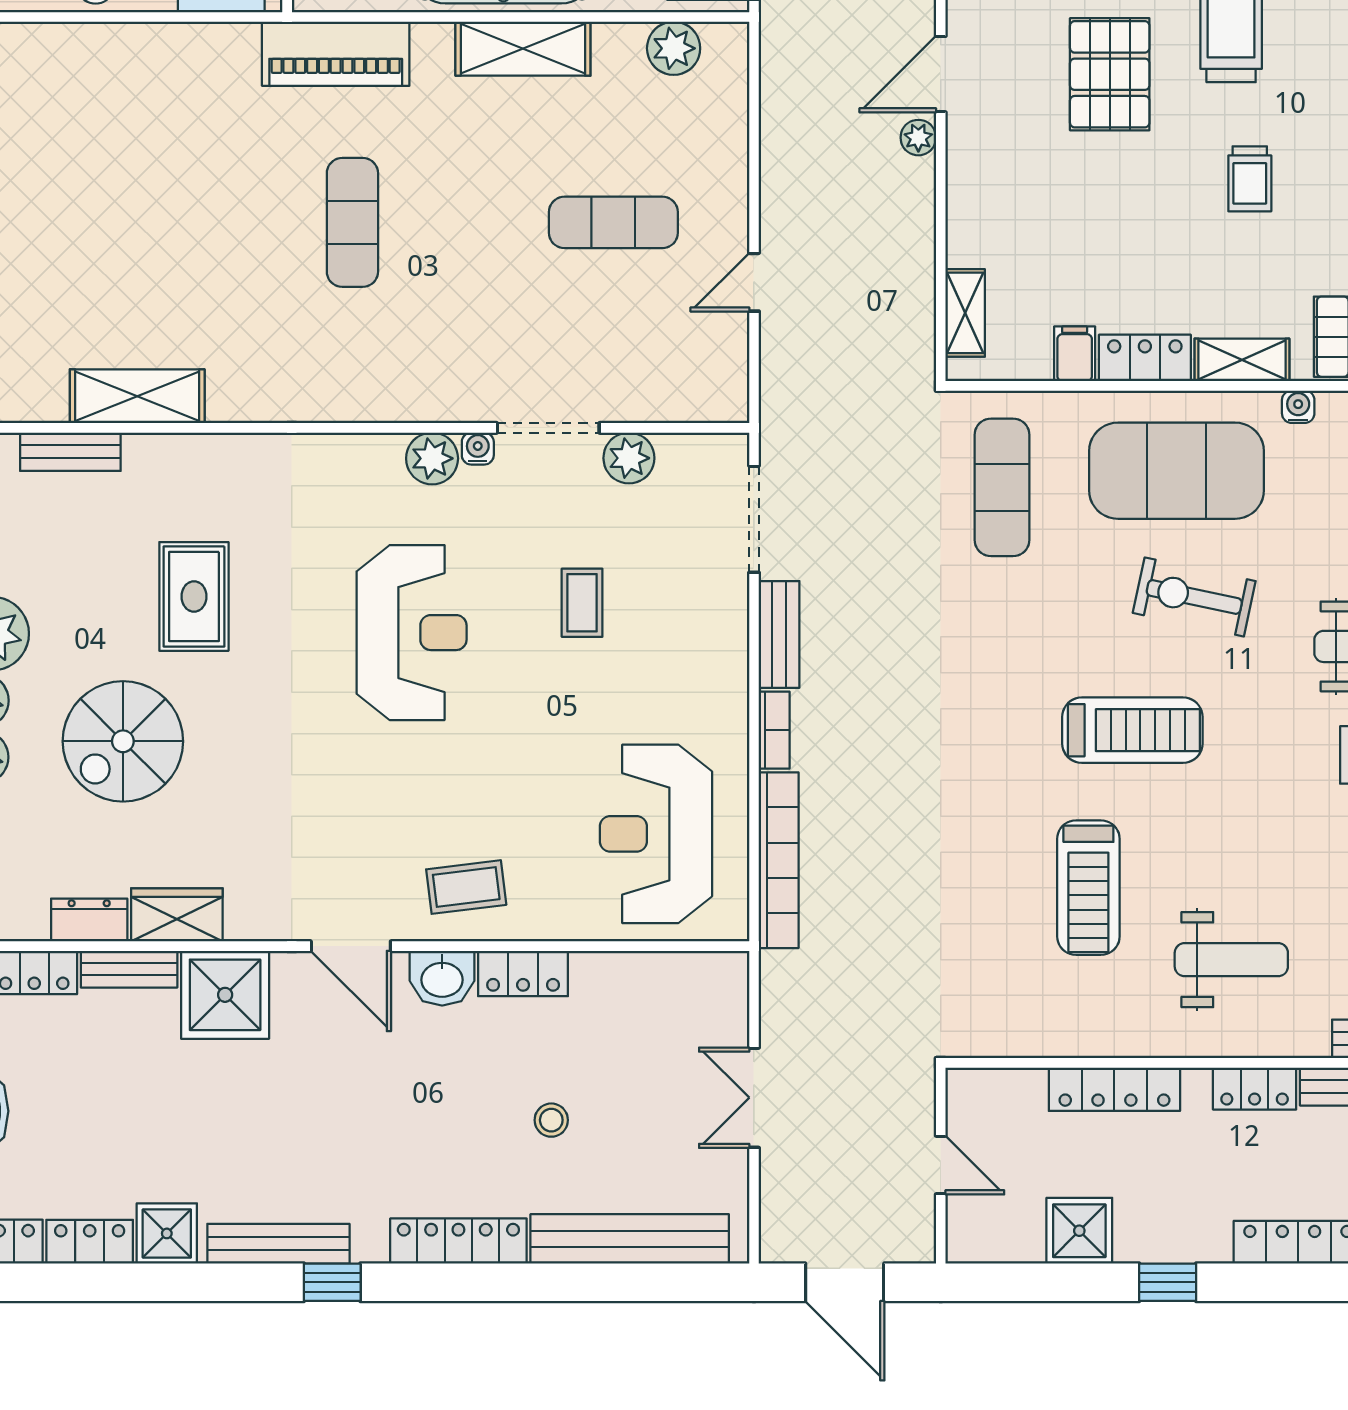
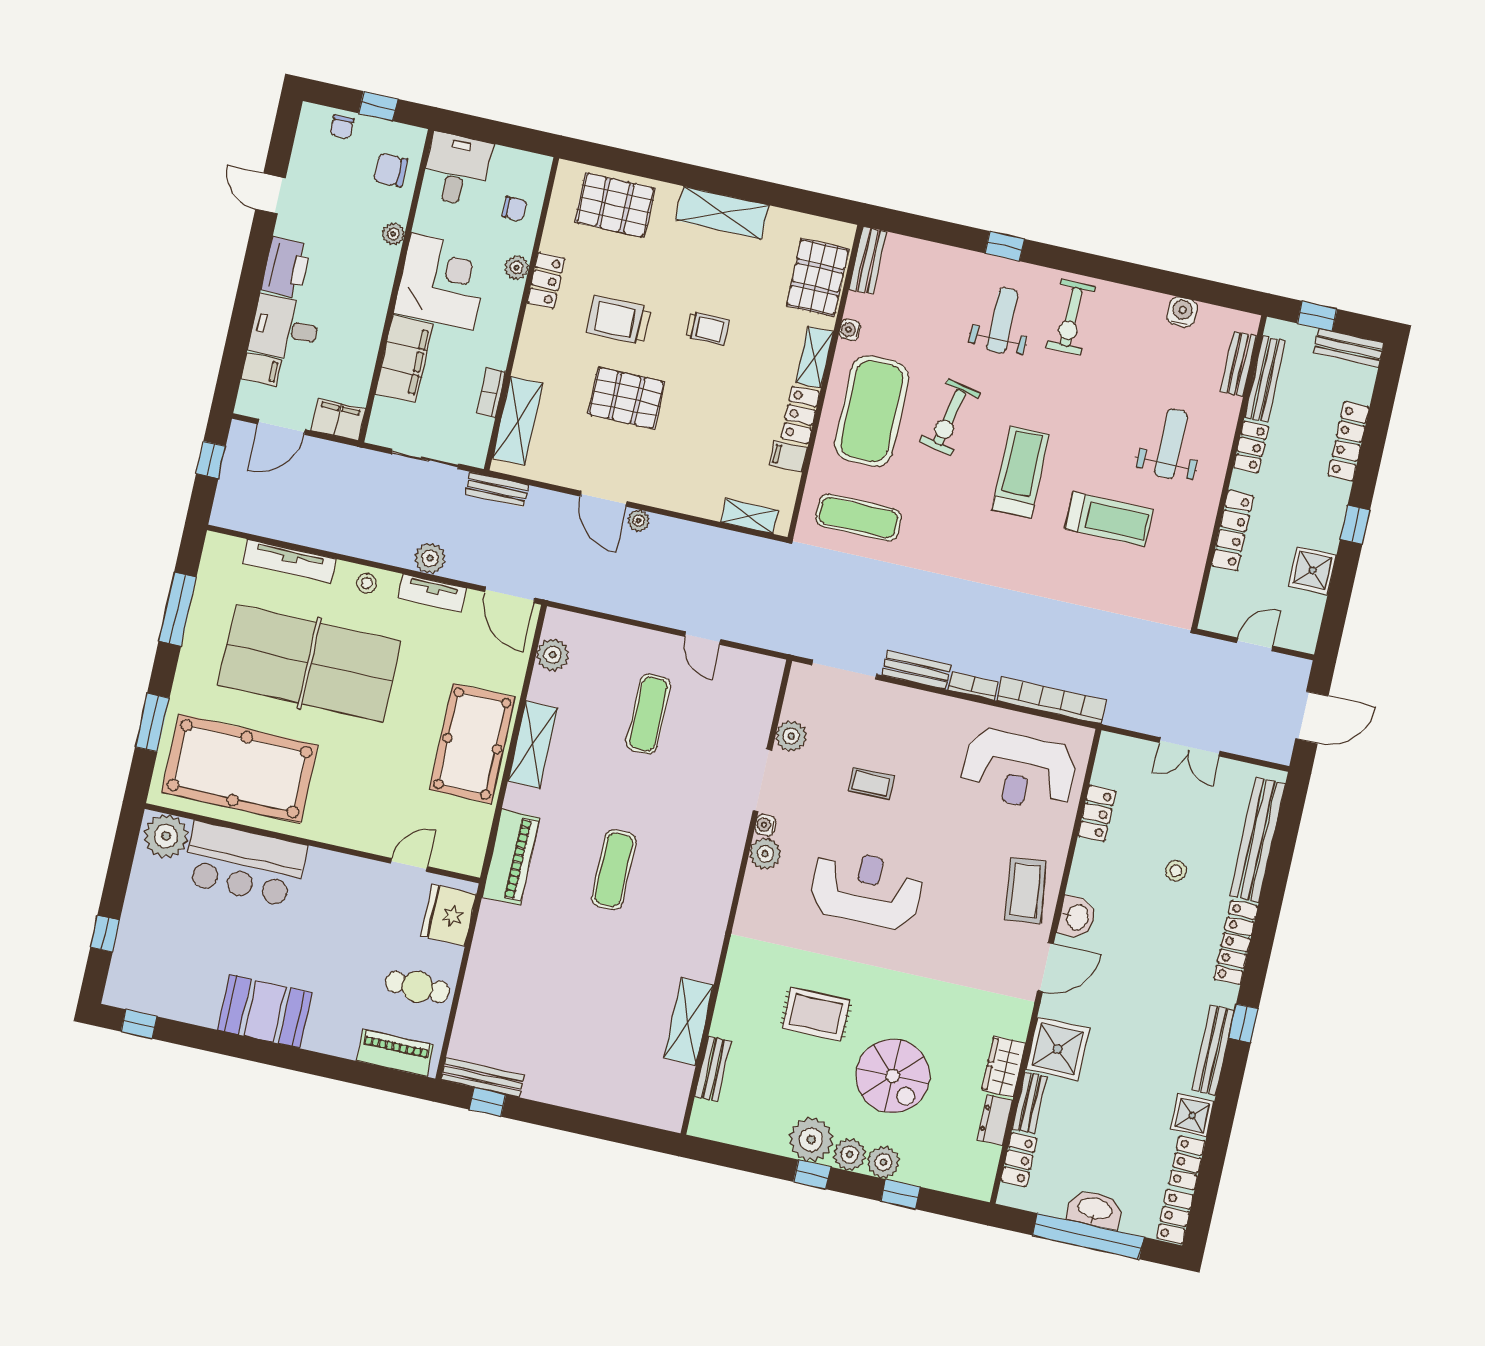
exercise mat: (352, 222) -> (614, 870), turned 90
coffee table: (466, 887) -> (1025, 890), width x1.36, depth x1.30
locker: (523, 973) -> (1097, 813), moved

